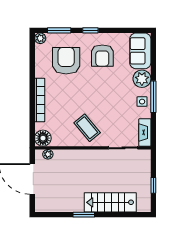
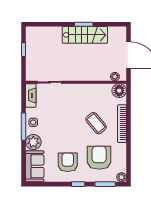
armchair: (66, 61) -> (99, 158), turned 180
coffee table: (87, 128) -> (96, 123), moved
stairs: (110, 202) -> (85, 35), moved

